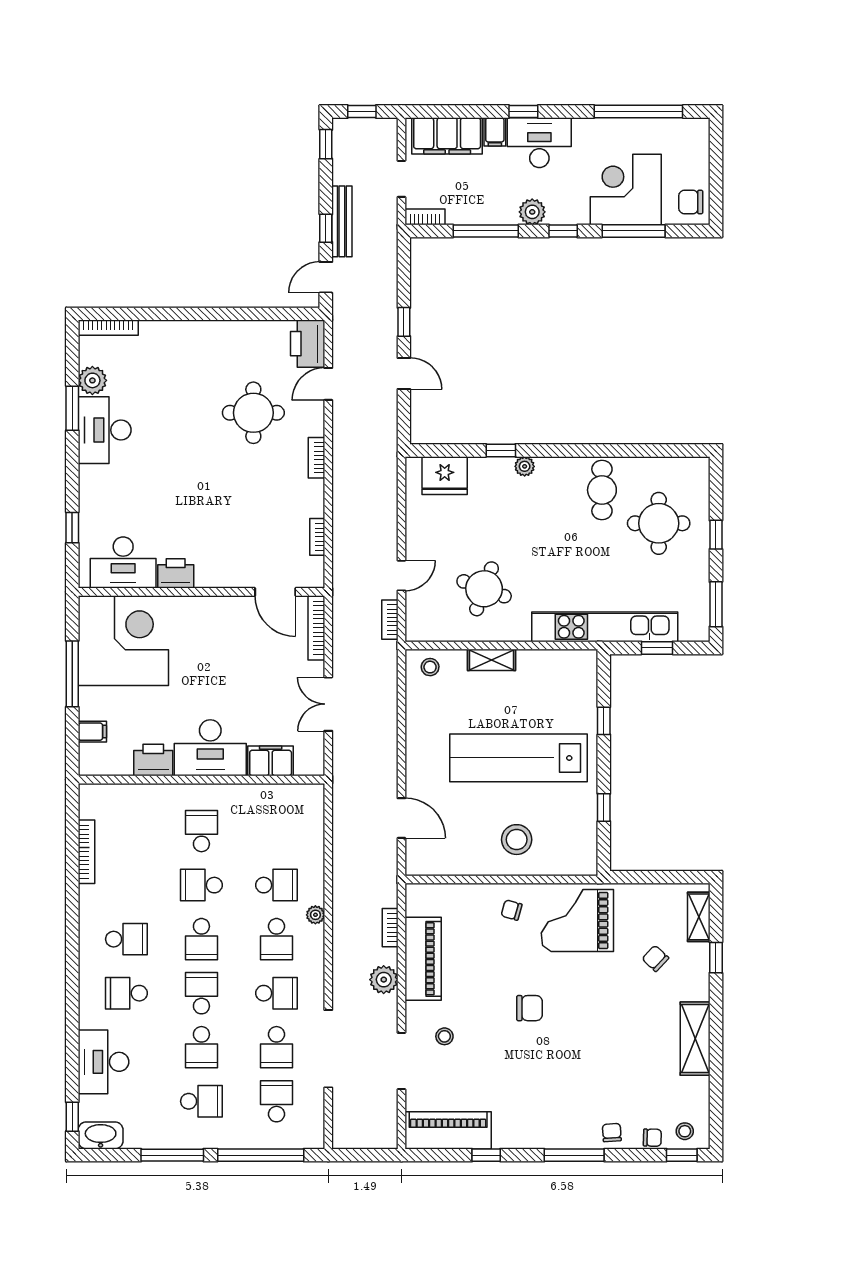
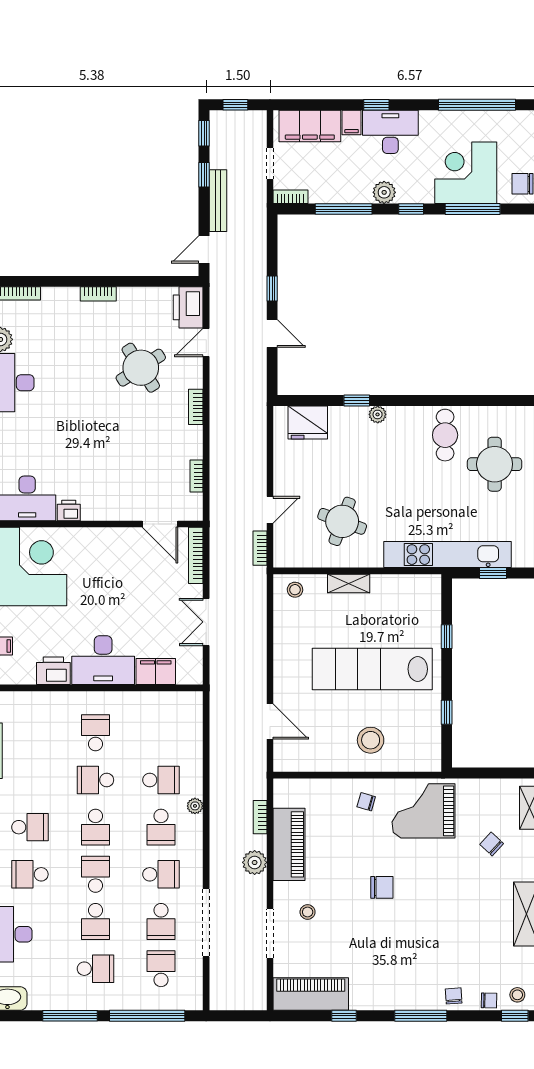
window: (326, 228) -> (204, 175), moved
bookcase: (205, 328) -> (98, 294), added
round table: (253, 413) -> (141, 368), turned -33
printer: (176, 573) -> (69, 510), width x0.73, depth x0.81

